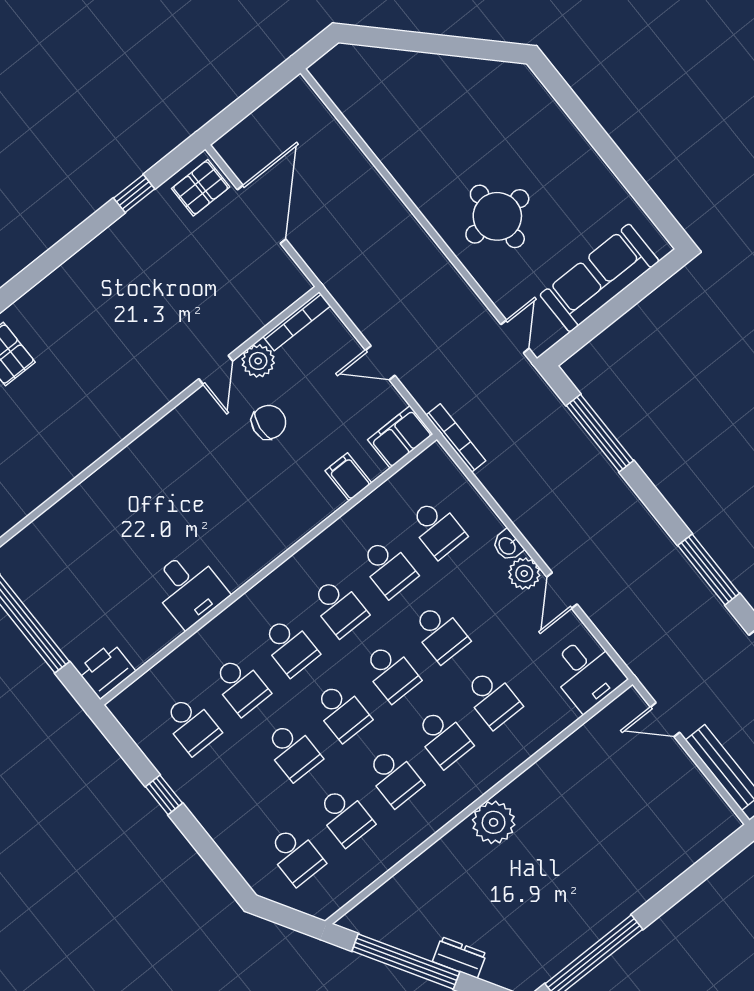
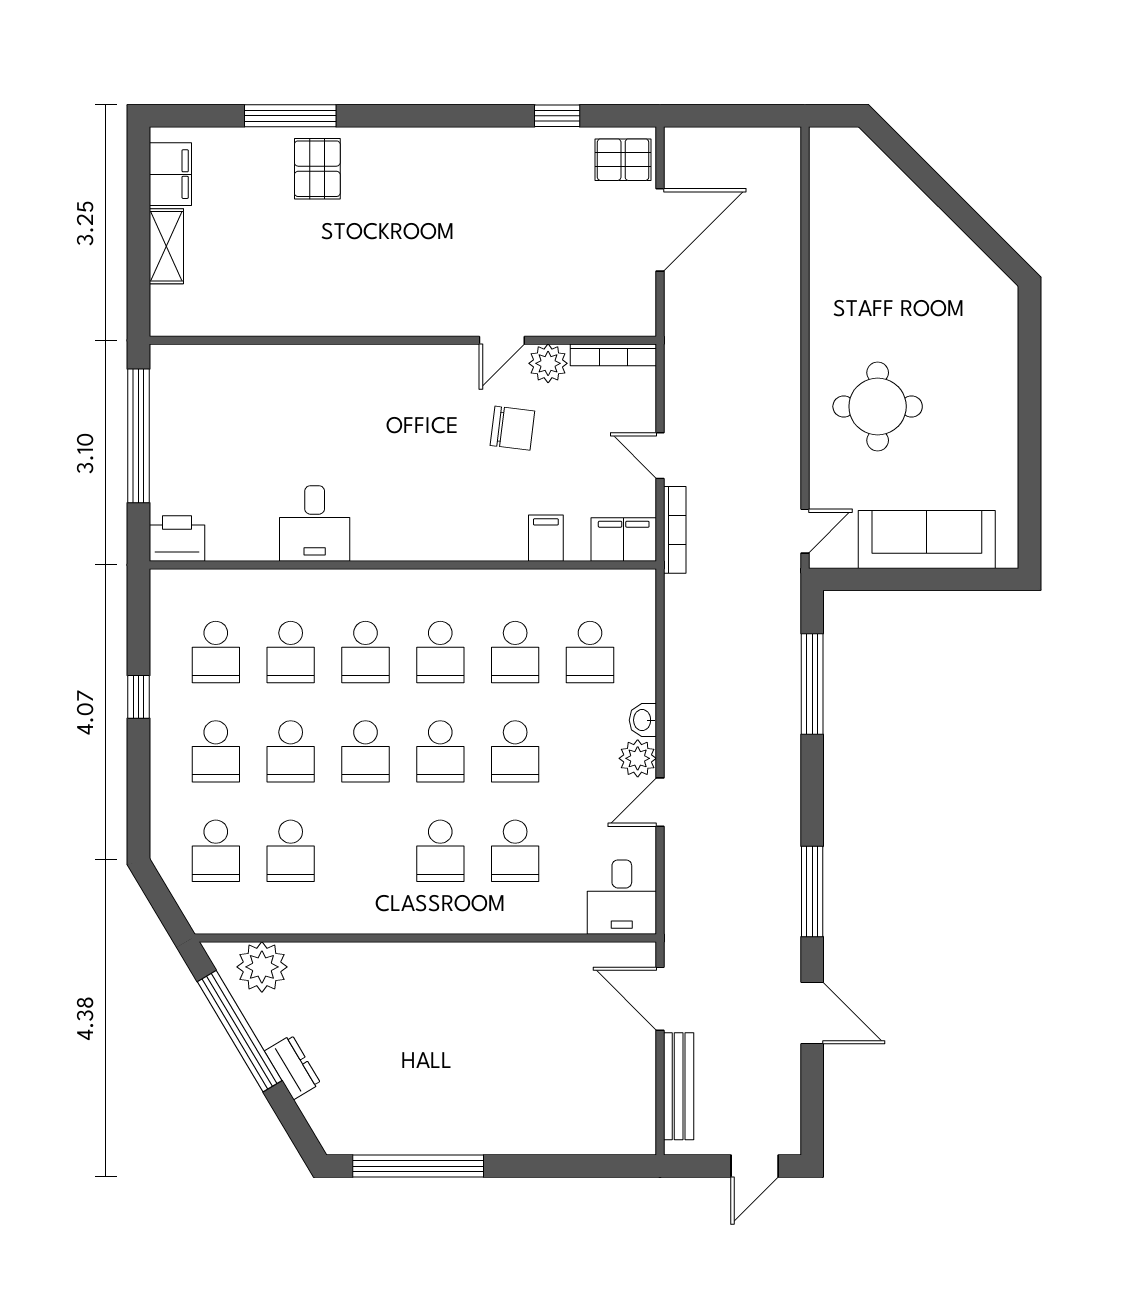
bookcase: (456, 438) -> (675, 530), moved
door: (665, 720) -> (660, 999), width x1.38
school desk: (394, 777) -> (216, 751), moved
plant: (494, 822) -> (262, 967), moved

